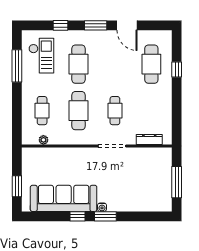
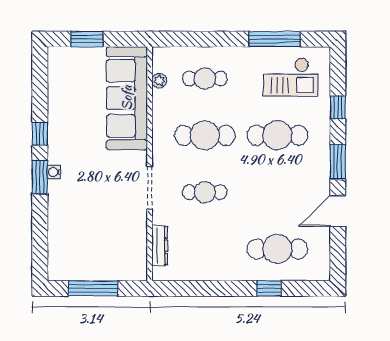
sofa: (64, 198) -> (127, 98), moved, turned 180

